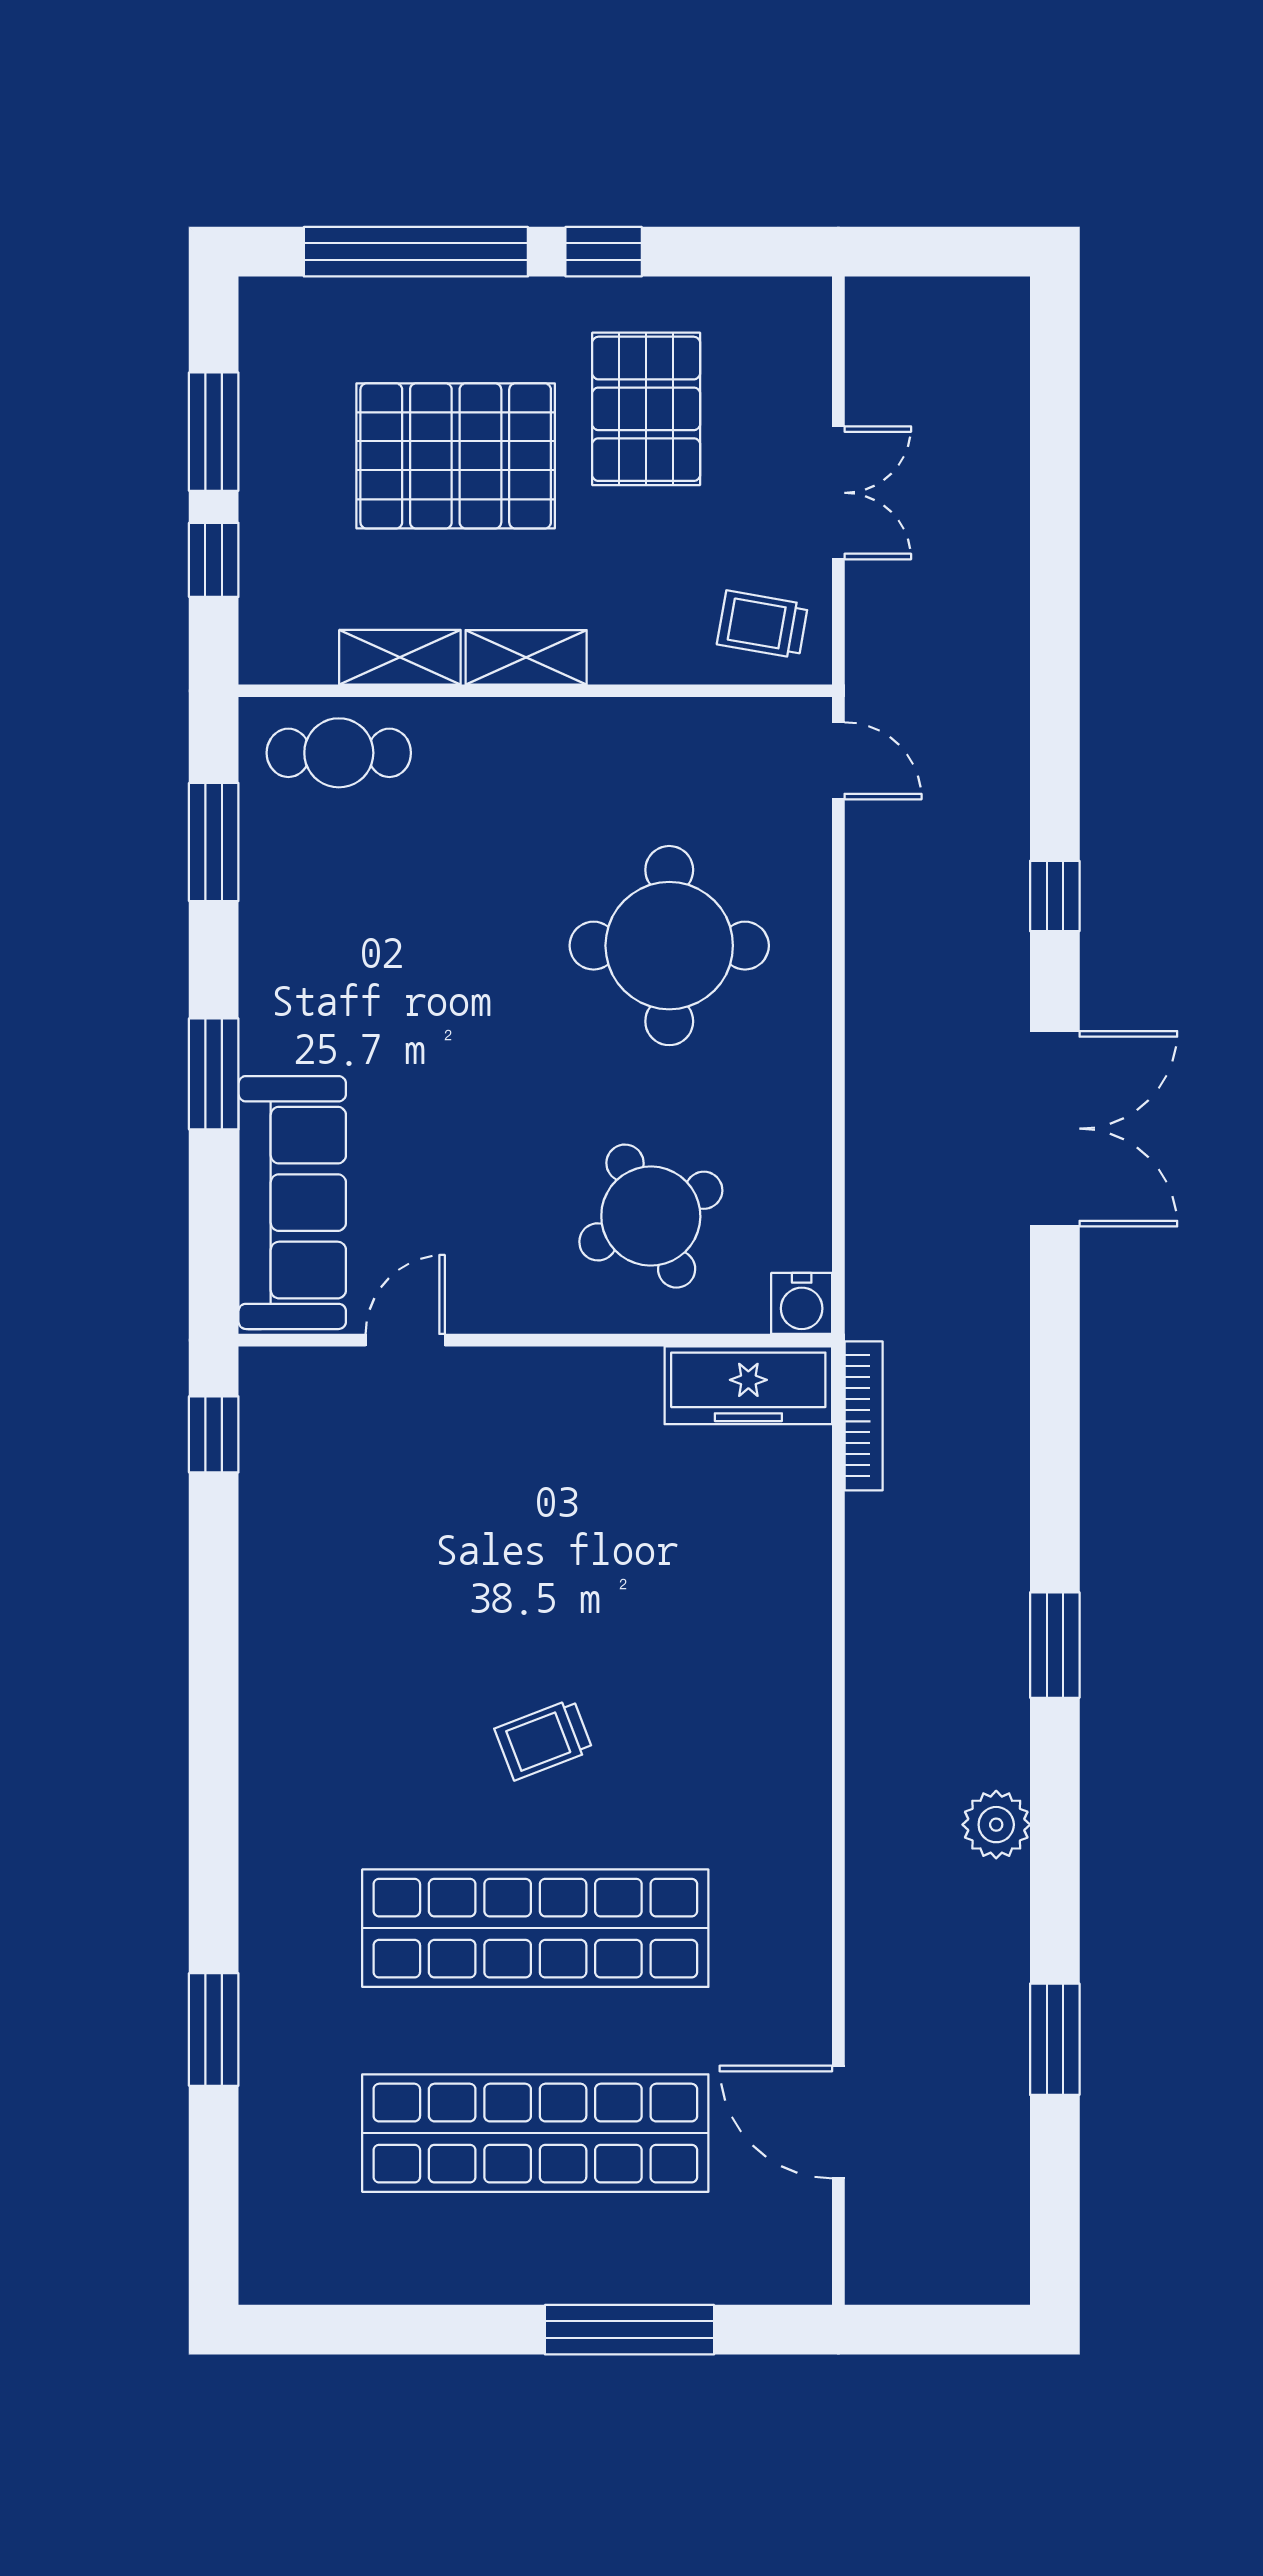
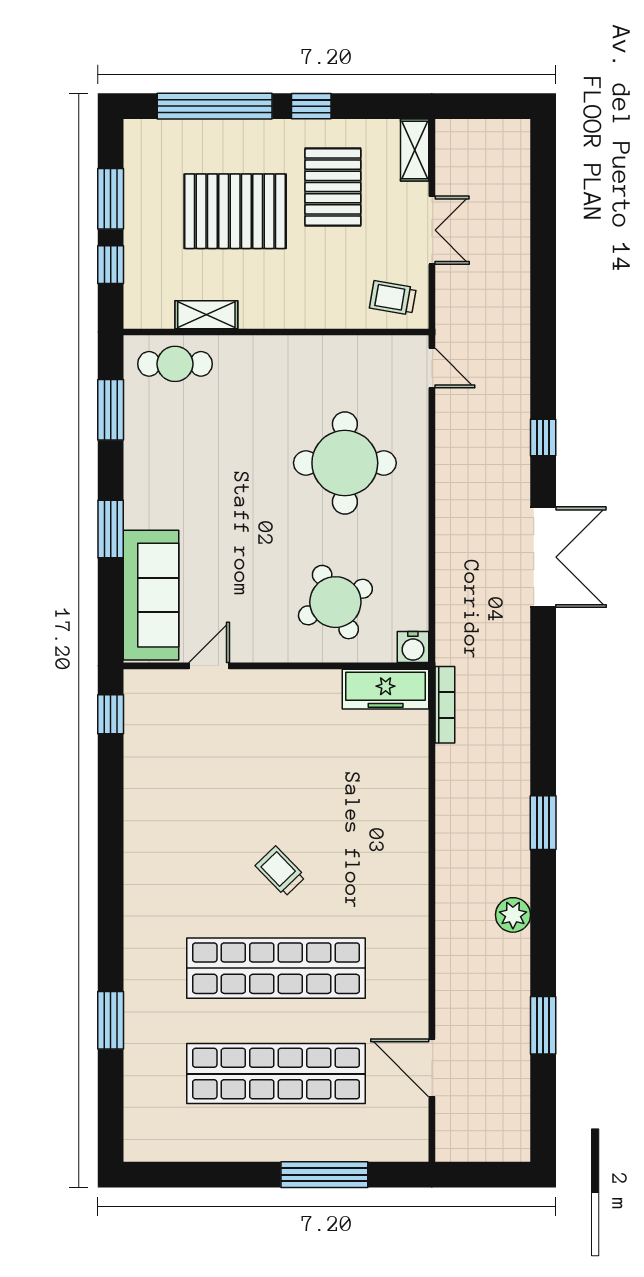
shelving: (526, 657) -> (415, 150), moved, turned 90
trolley: (544, 1740) -> (280, 871), turned 67

